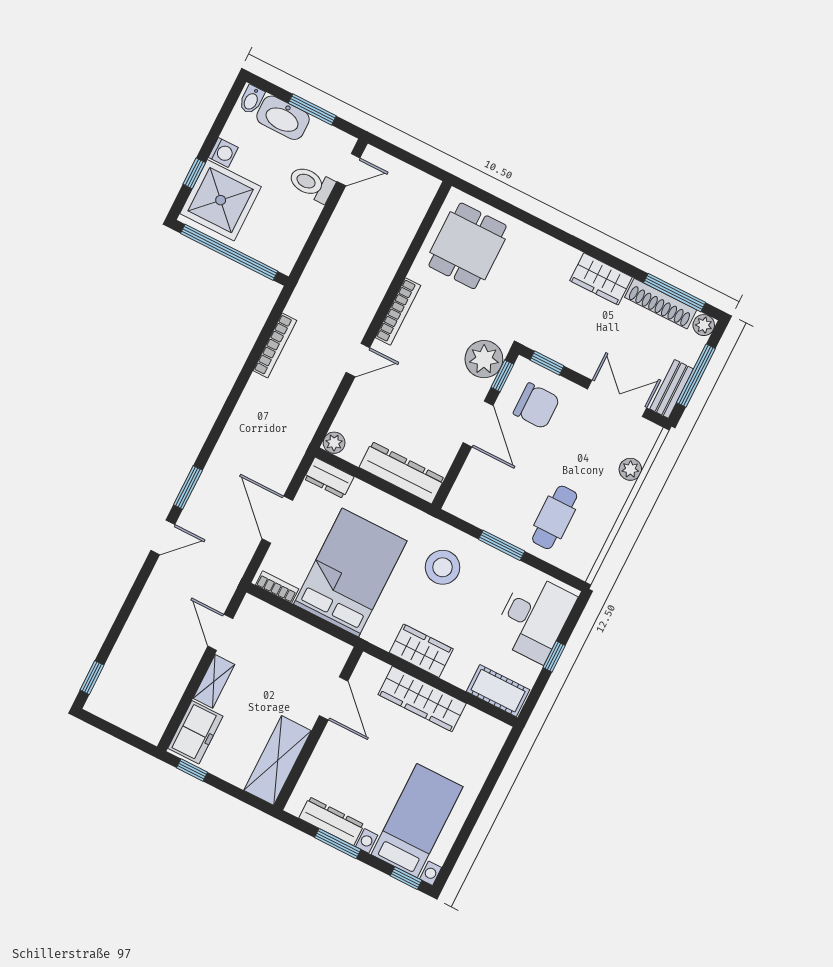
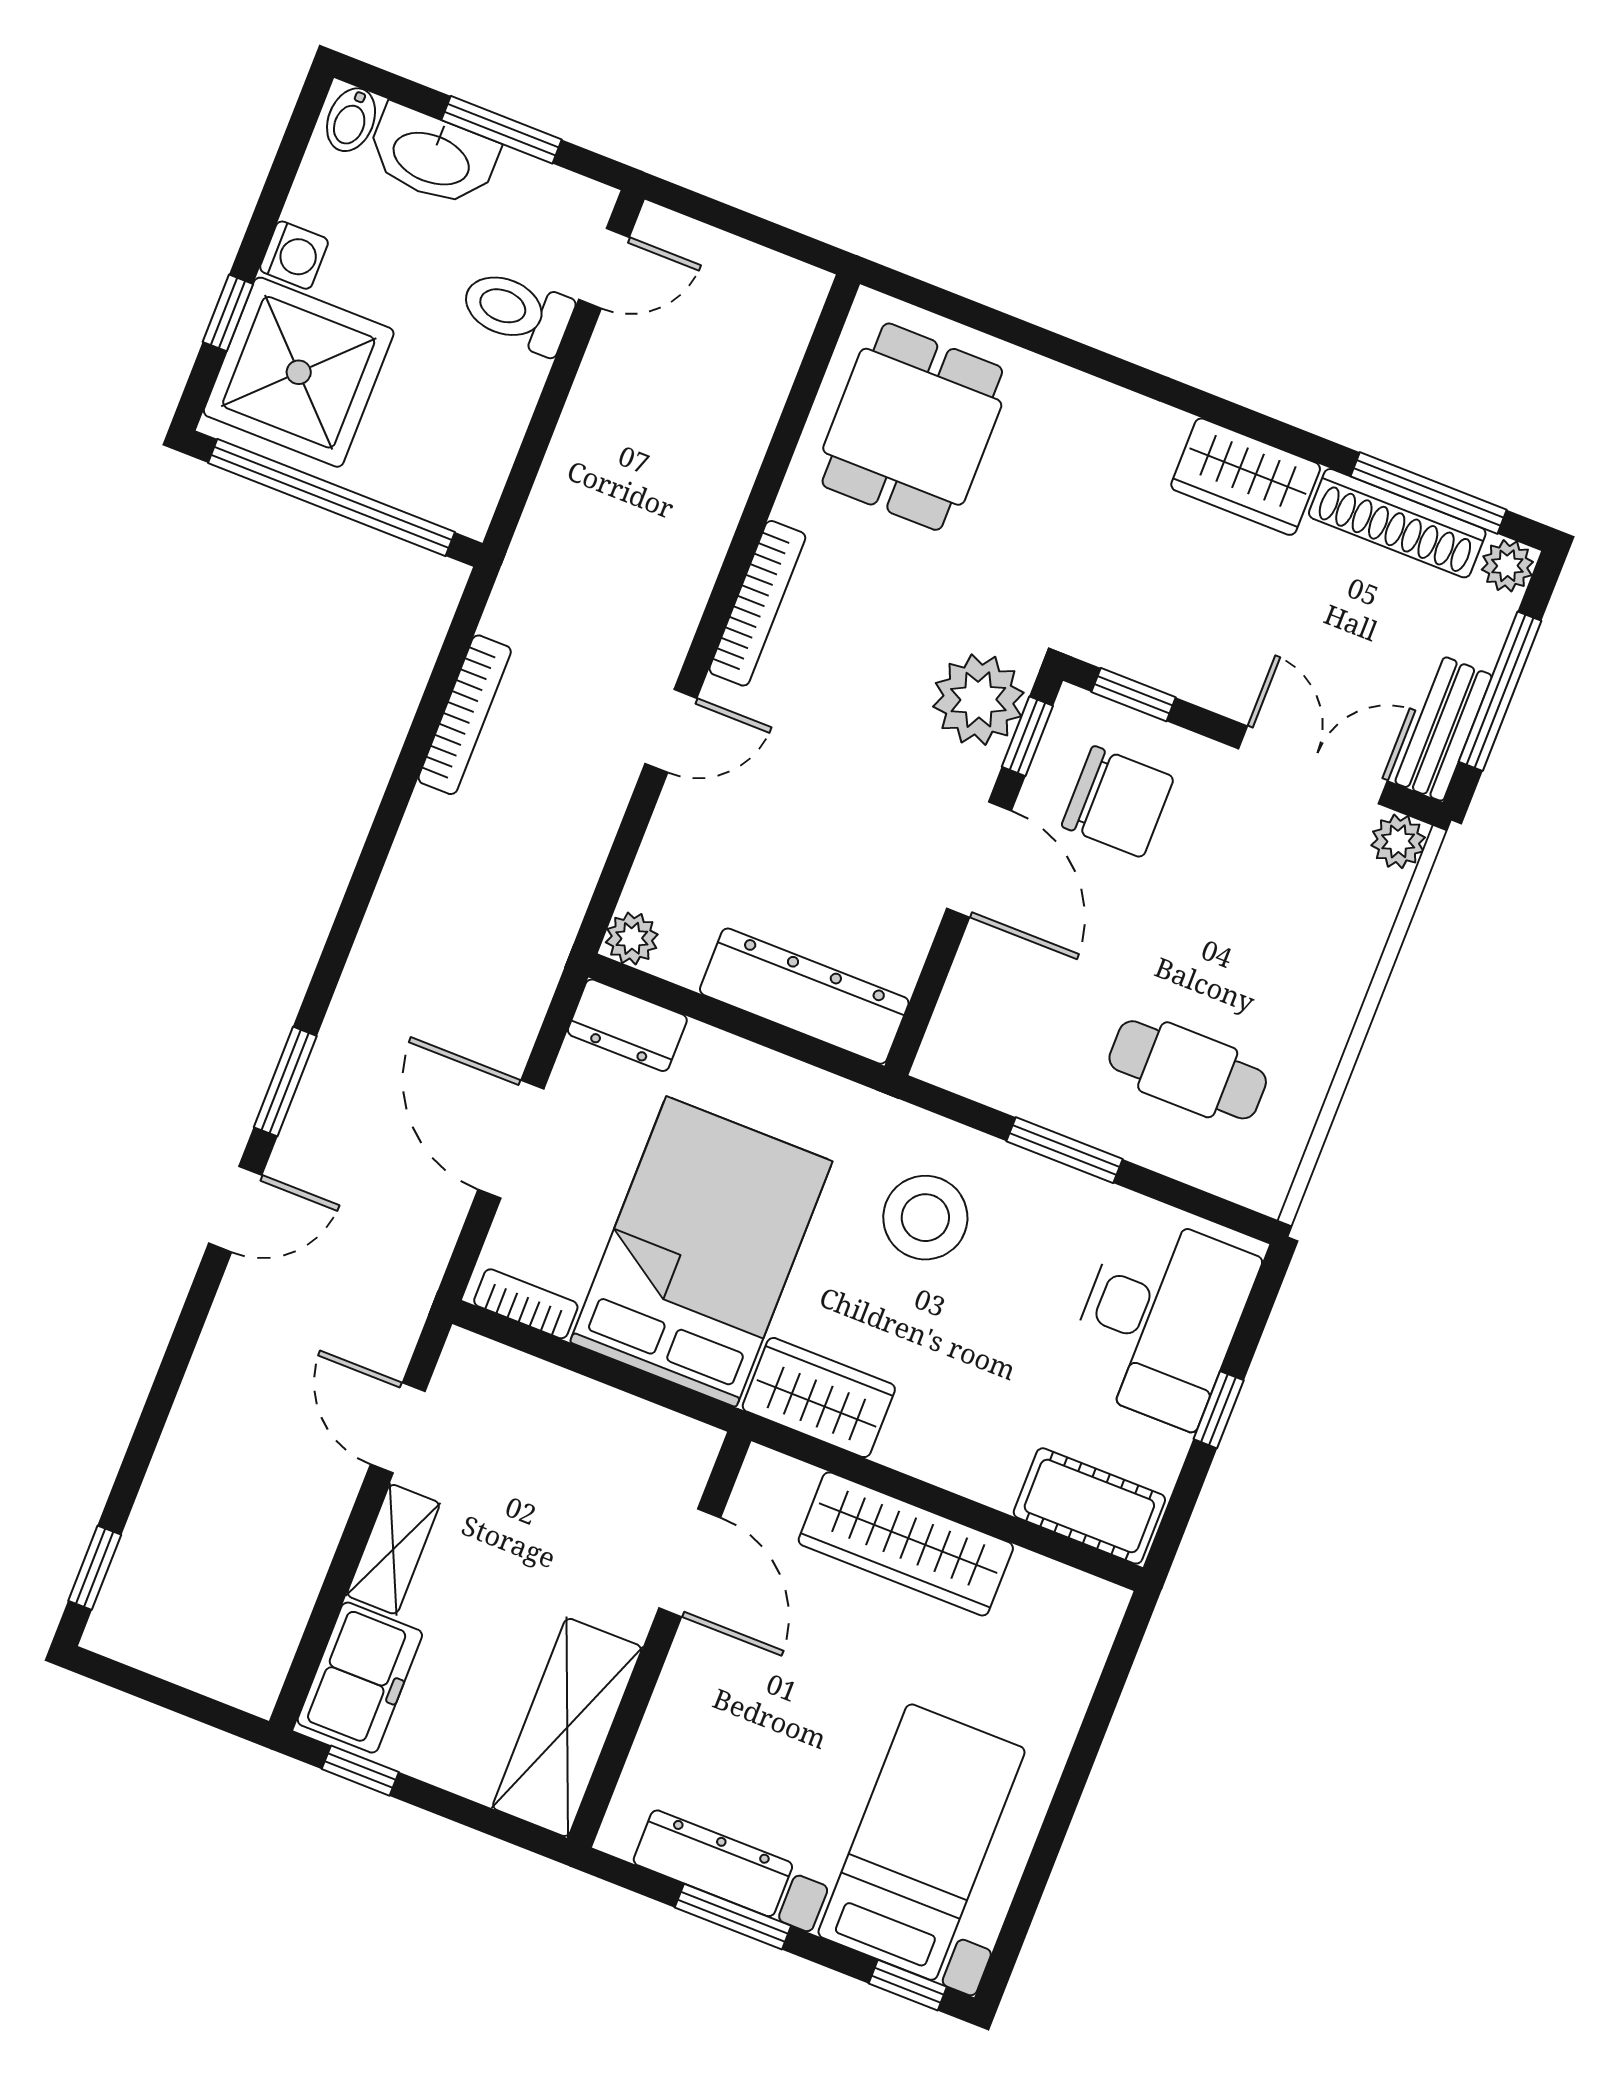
plant: (630, 469) -> (1398, 841), moved
cafe table: (555, 517) -> (1188, 1070), turned 90
wardrobe: (421, 651) -> (819, 1398), moved

